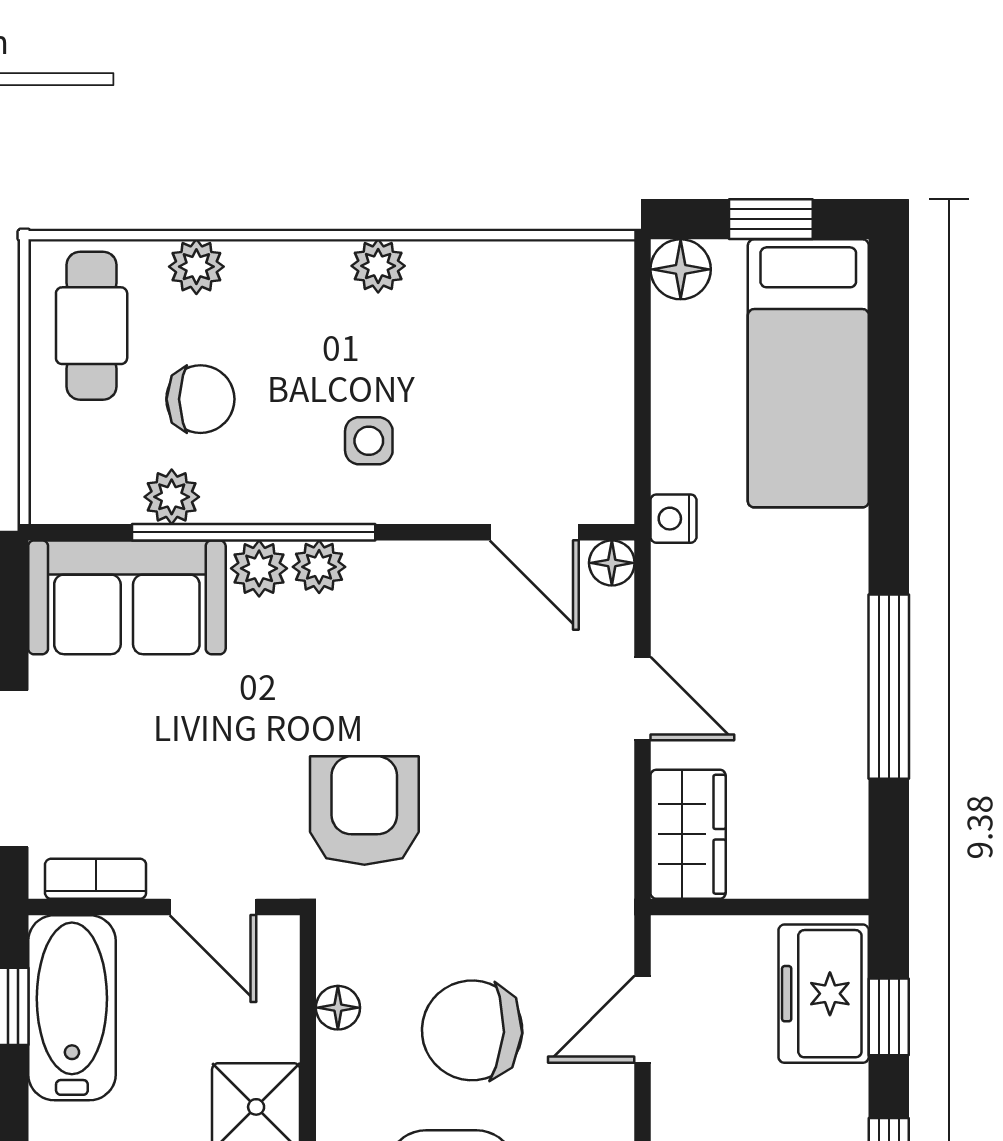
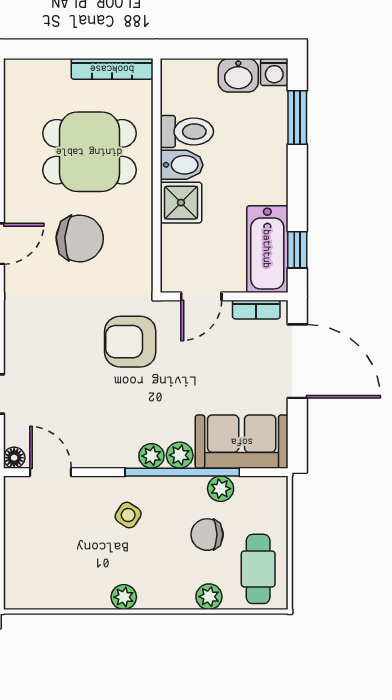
side table: (369, 441) -> (128, 515), turned 33
armchair: (364, 811) -> (130, 342), turned 90
door: (213, 907) -> (201, 296), swing flipped
floor lamp: (338, 1008) -> (143, 249), removed

